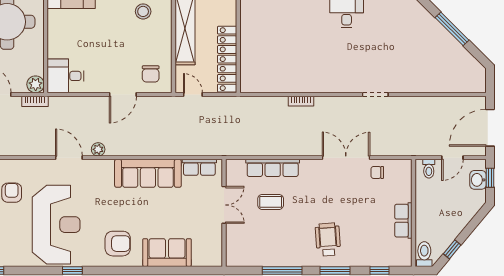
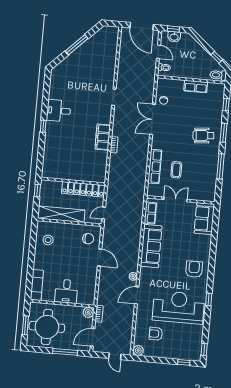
desk: (66, 76) -> (66, 291), moved
filing cabinet: (311, 82) -> (103, 137), added
sofa: (167, 253) -> (204, 219), moved

